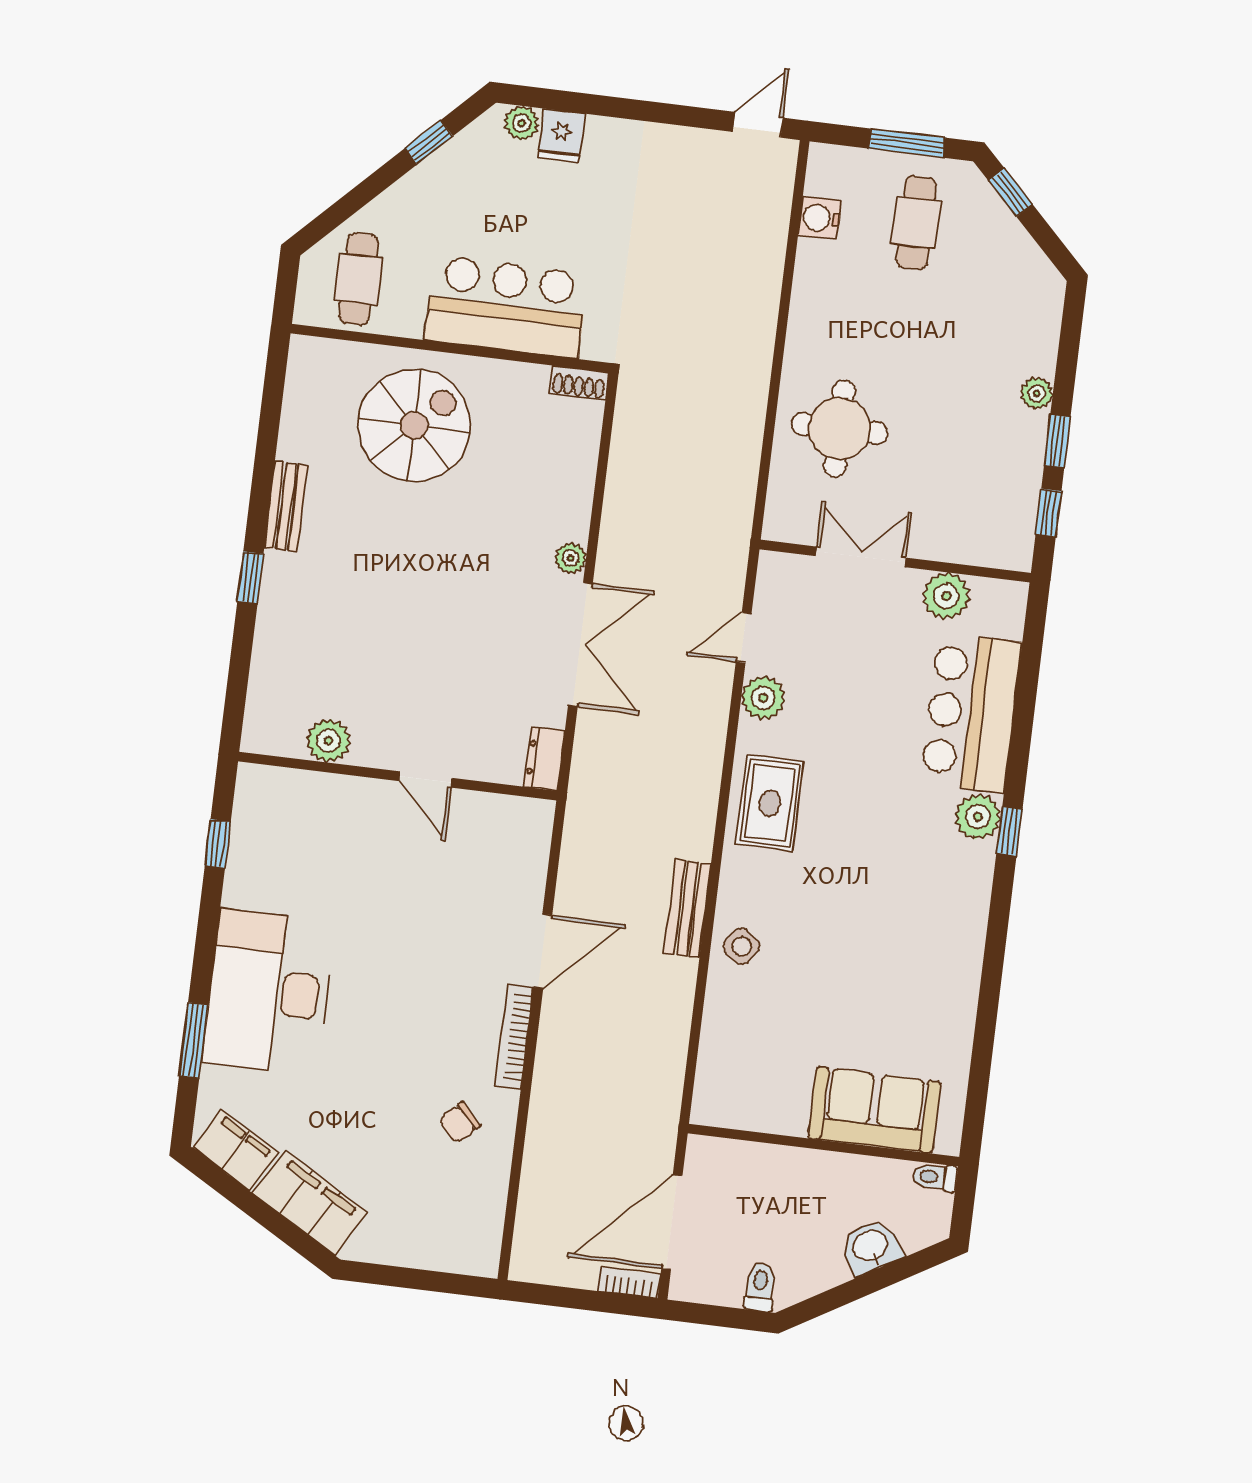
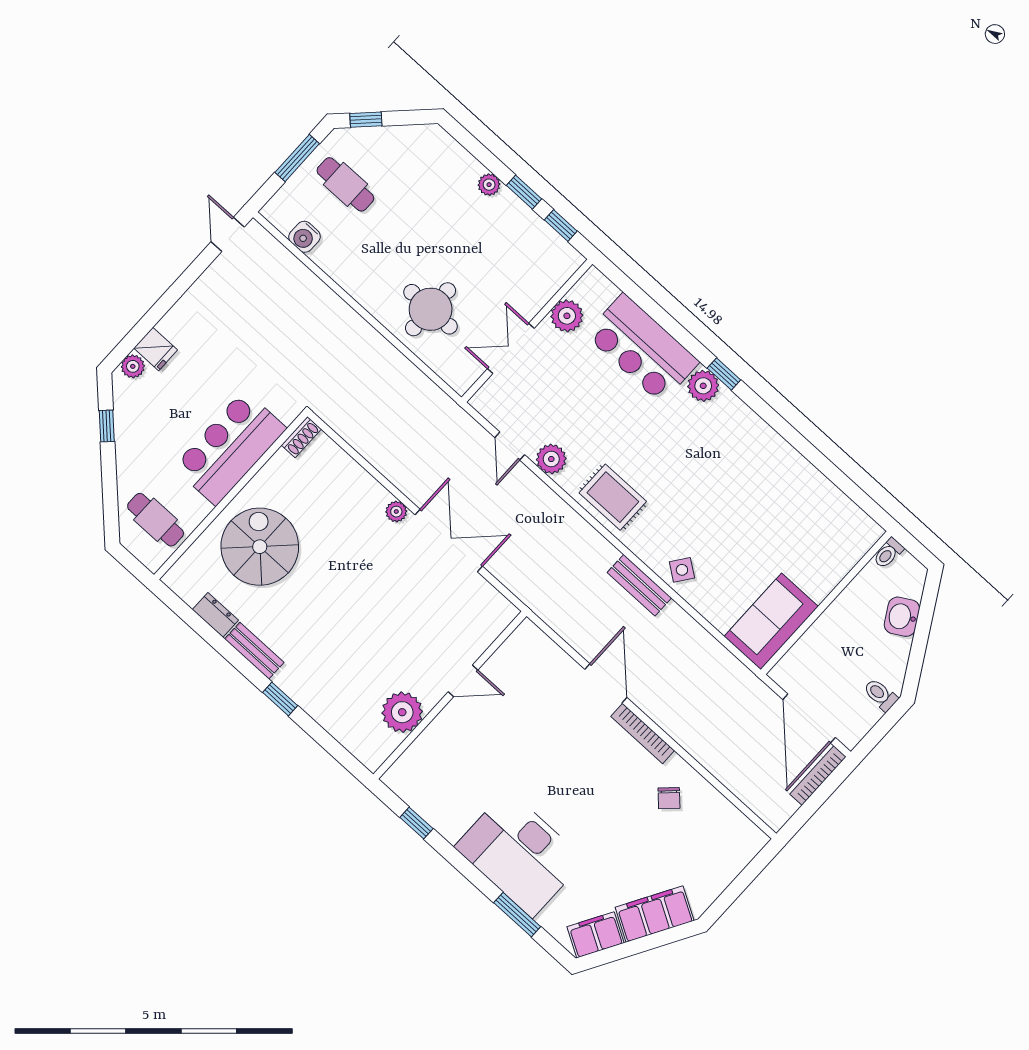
plant: (328, 741) -> (402, 712), width x1.36, depth x1.36
dresser: (544, 759) -> (215, 615), moved, turned 180
sofa: (874, 1110) -> (771, 621), moved
bookcase: (629, 1283) -> (818, 775), width x1.56

